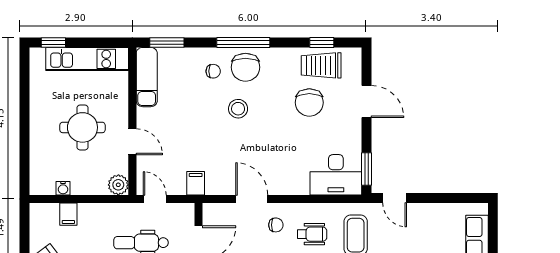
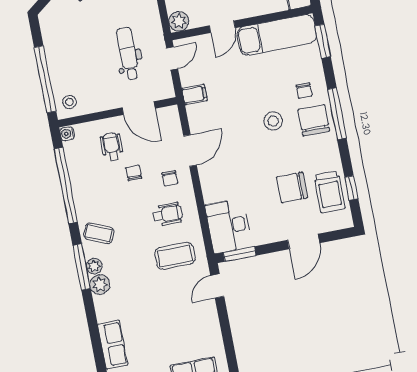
trolley: (321, 65) -> (330, 192), turned 180
chair: (245, 67) -> (314, 120), turned 90
exam couch: (147, 77) -> (277, 35), width x1.36, depth x1.45
wheelchair: (312, 234) -> (168, 214), turned -90

